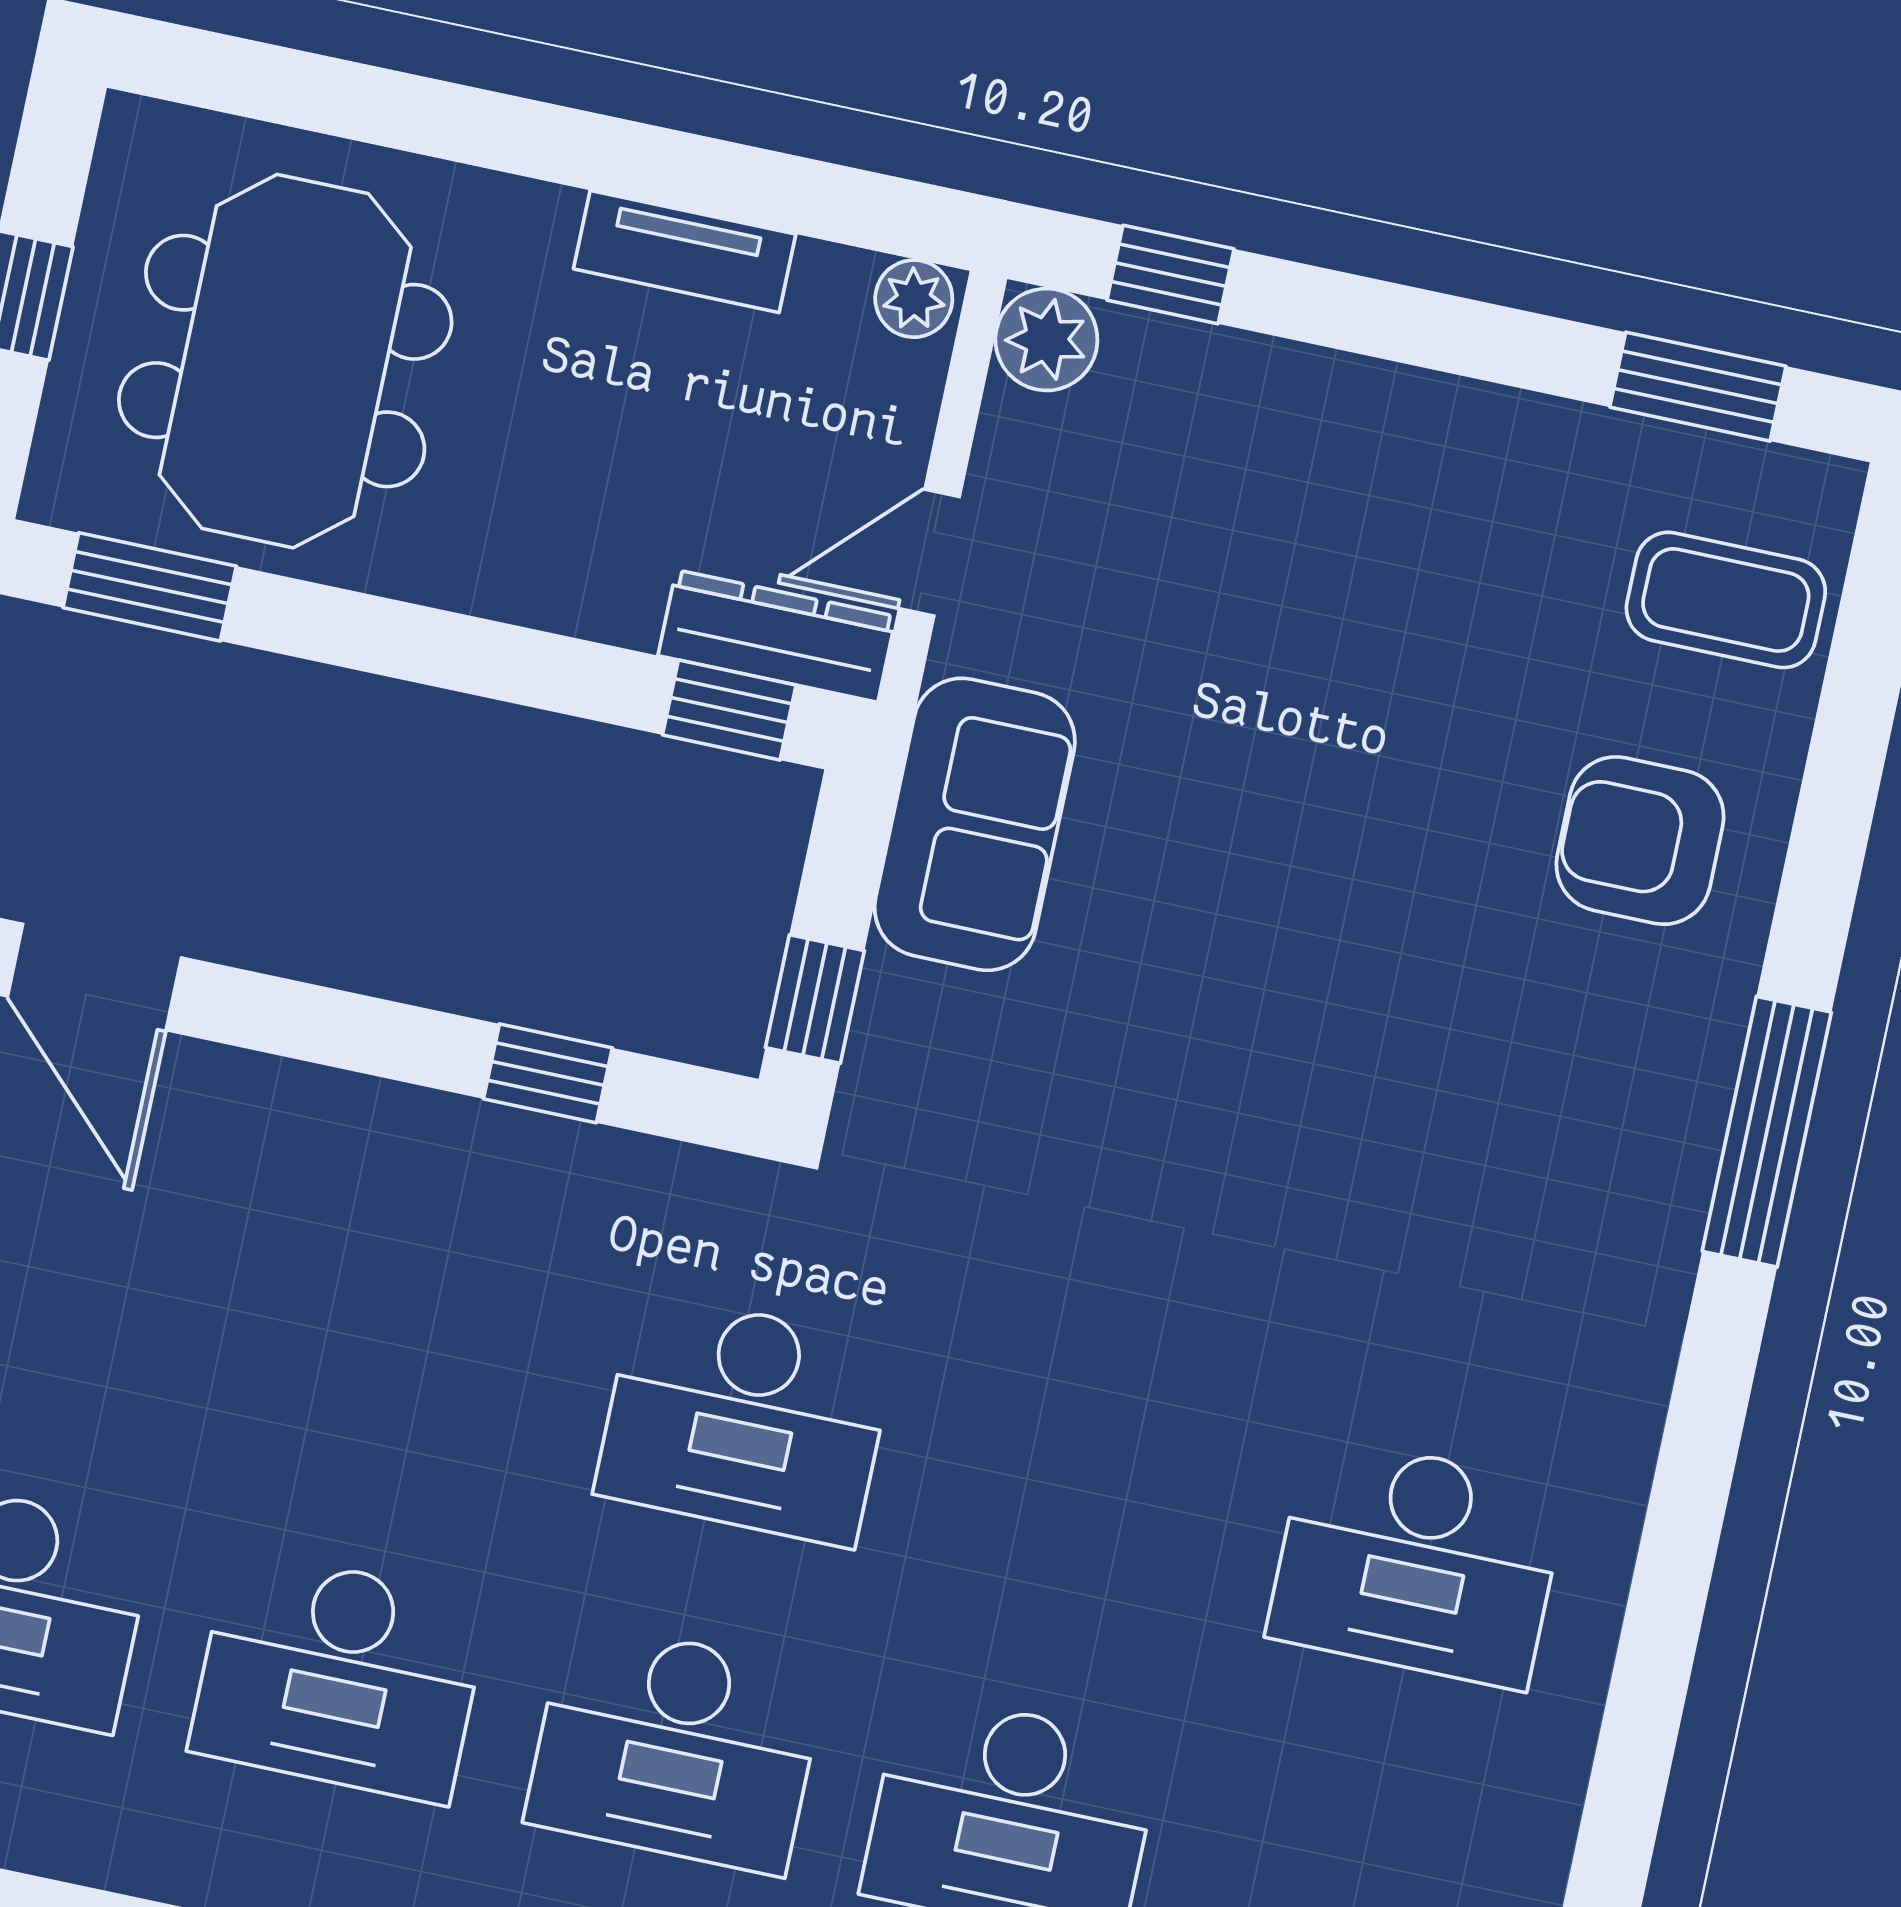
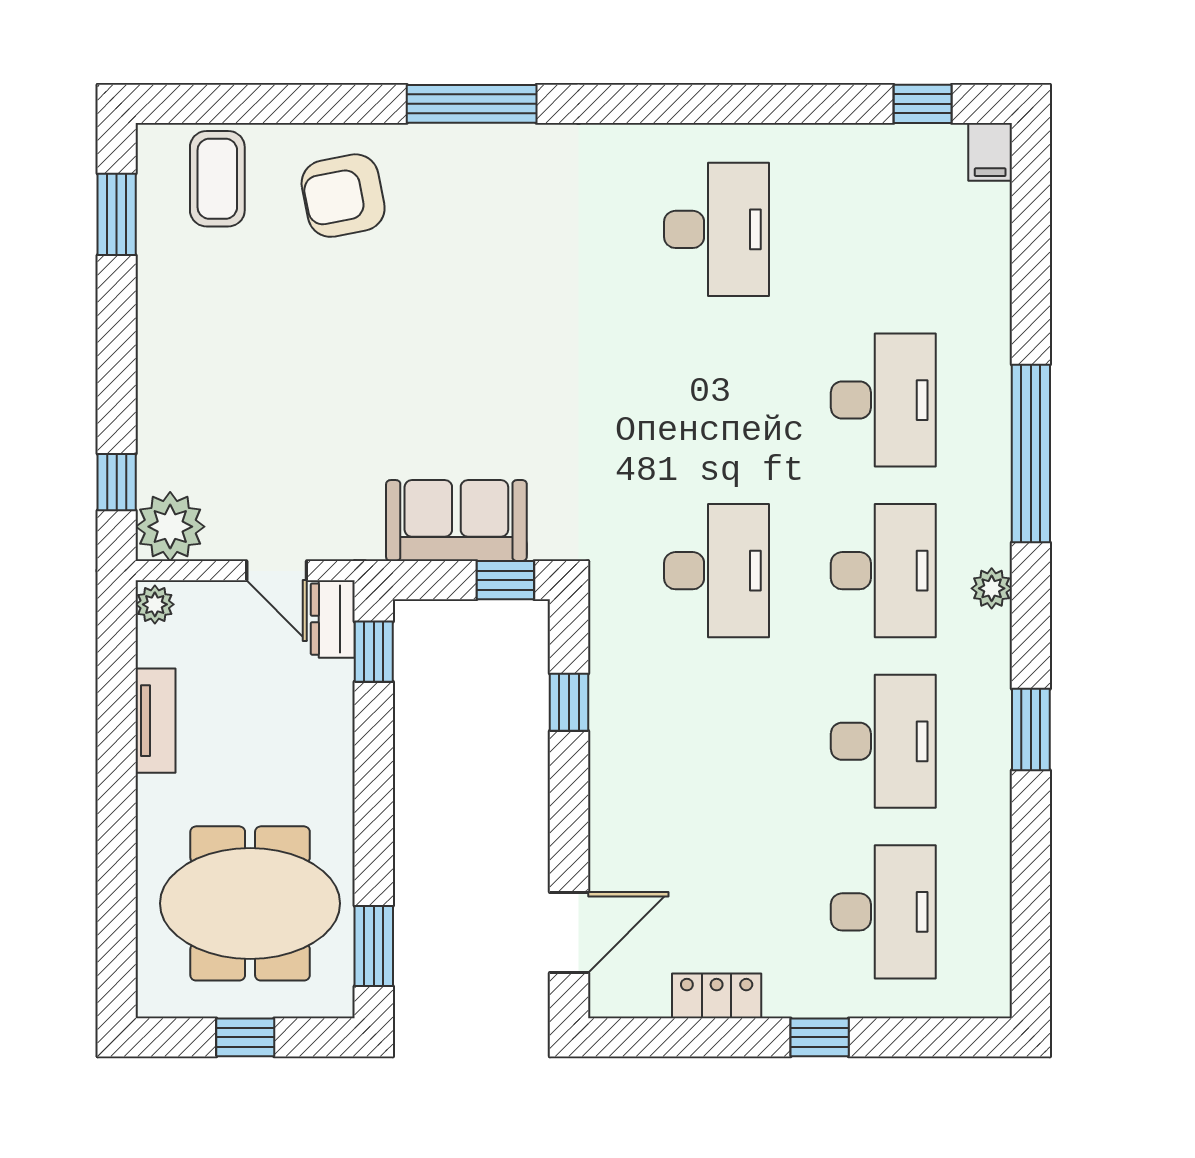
plant: (1046, 340) -> (170, 527), width x1.36, depth x1.36
dresser: (777, 636) -> (333, 619), width x0.70
sofa: (975, 824) -> (456, 521), moved
armchair: (1640, 841) -> (343, 196), turned 79

